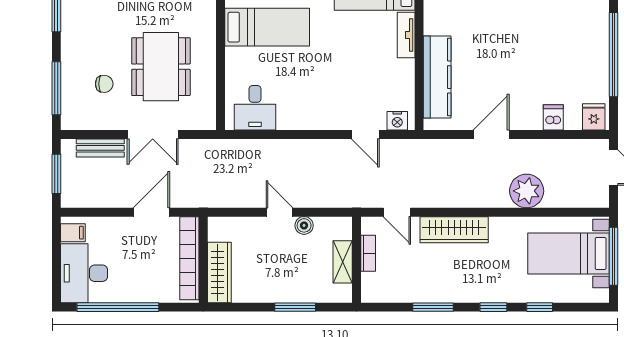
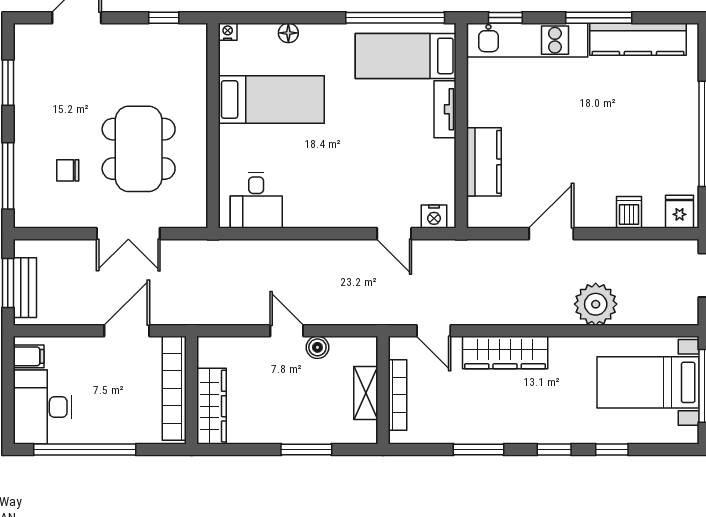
kitchen counter: (437, 77) -> (484, 162), width x0.67
chair: (104, 84) -> (68, 170), turned 180
bench: (100, 148) -> (25, 288), moved, turned 90
bookcase: (368, 253) -> (398, 395), width x1.56

